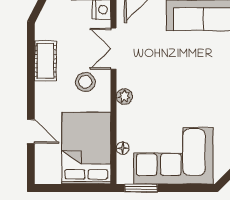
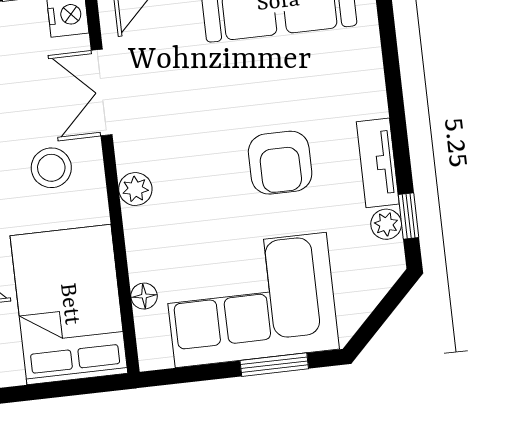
armchair: (195, 92) -> (280, 163), added
window: (141, 188) -> (274, 365), moved

